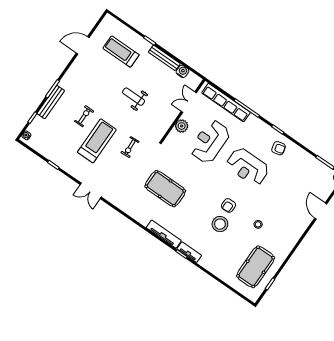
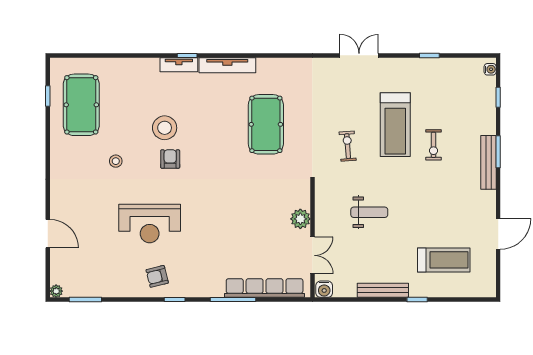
water cooler: (182, 71) -> (324, 289), moved
weight bench: (134, 97) -> (369, 212), moved
bench: (51, 102) -> (488, 162), moved
reception desk: (210, 142) -> (250, 224), removed
reception desk: (248, 167) -> (150, 223), moved, turned 180
pool table: (165, 189) -> (266, 124), turned 90

